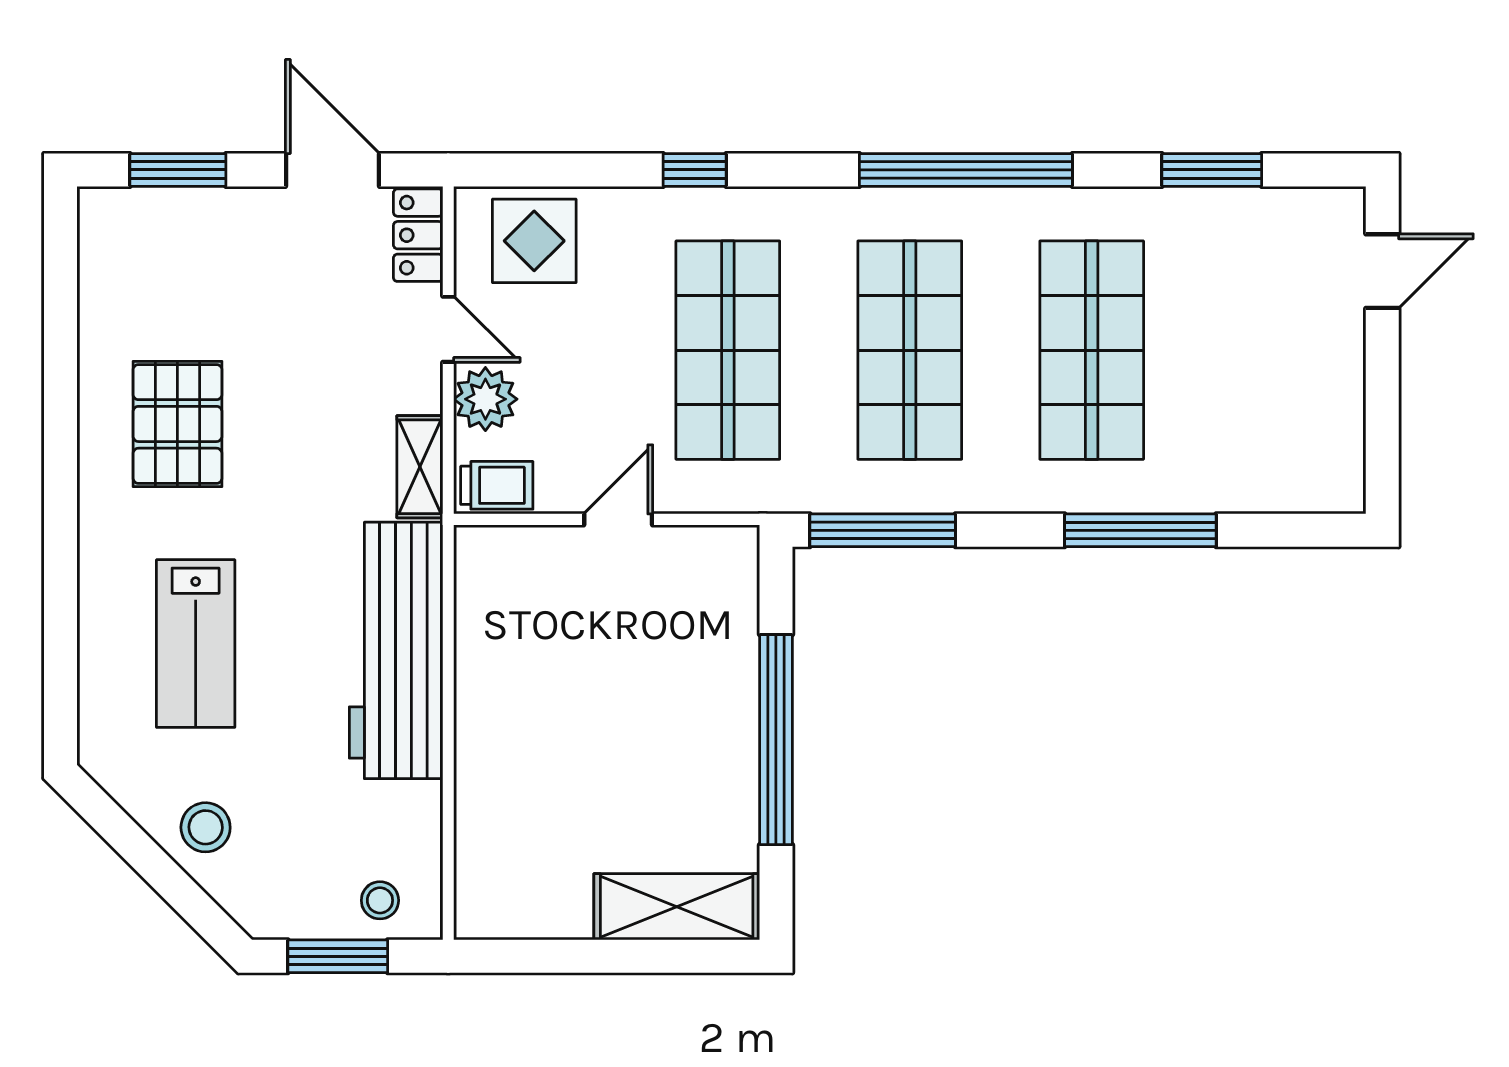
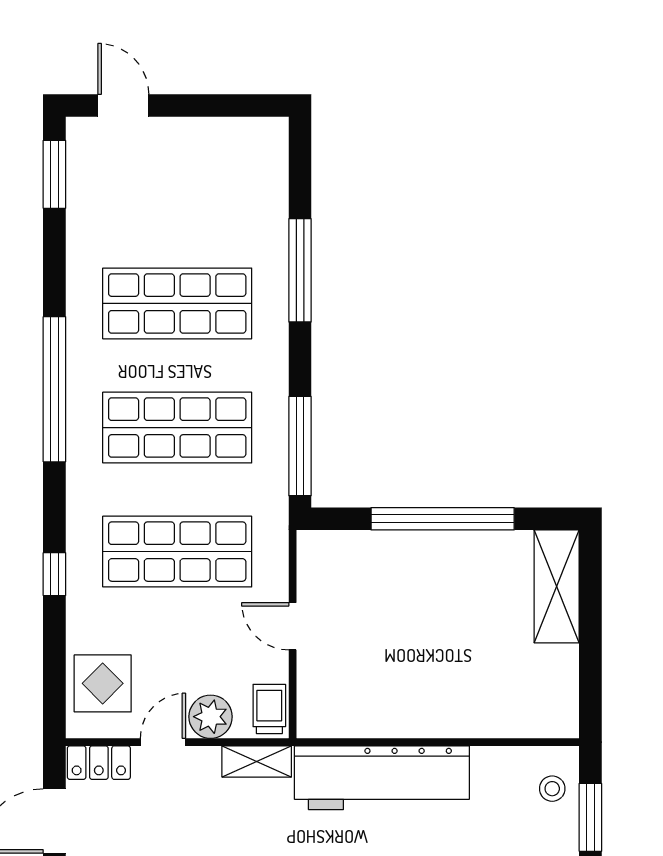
window: (1212, 170) -> (54, 174), moved

